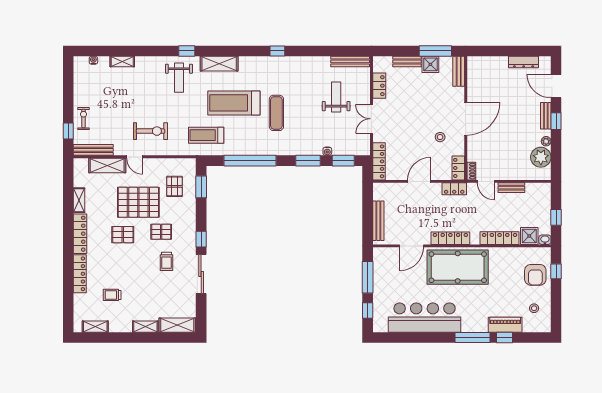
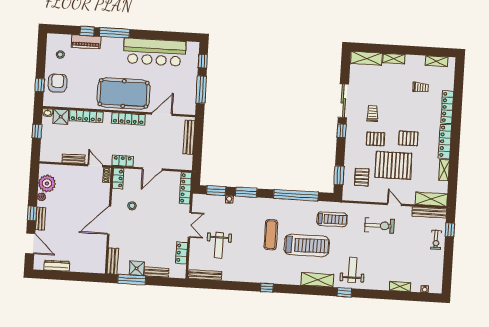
exercise bike: (150, 131) -> (379, 226), turned 180
shelving: (107, 165) -> (431, 199), moved

